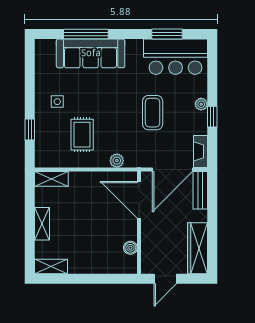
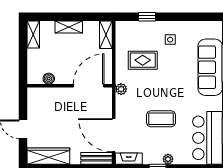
door: (139, 200) -> (89, 86), moved
wall: (139, 223) -> (70, 86), moved
boiler: (130, 248) -> (49, 79), moved

